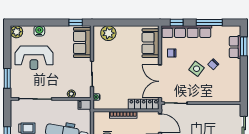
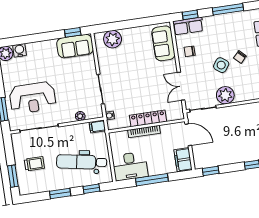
water cooler: (39, 31) -> (20, 50), moved
row of seats: (186, 32) -> (188, 26), width x0.50
sofa: (82, 42) -> (75, 46), moved, turned -90
reception desk: (34, 58) -> (33, 98), moved
double door: (160, 81) -> (181, 86), width x0.73
plant: (196, 95) -> (225, 95), added
locker: (144, 104) -> (148, 118), moved

